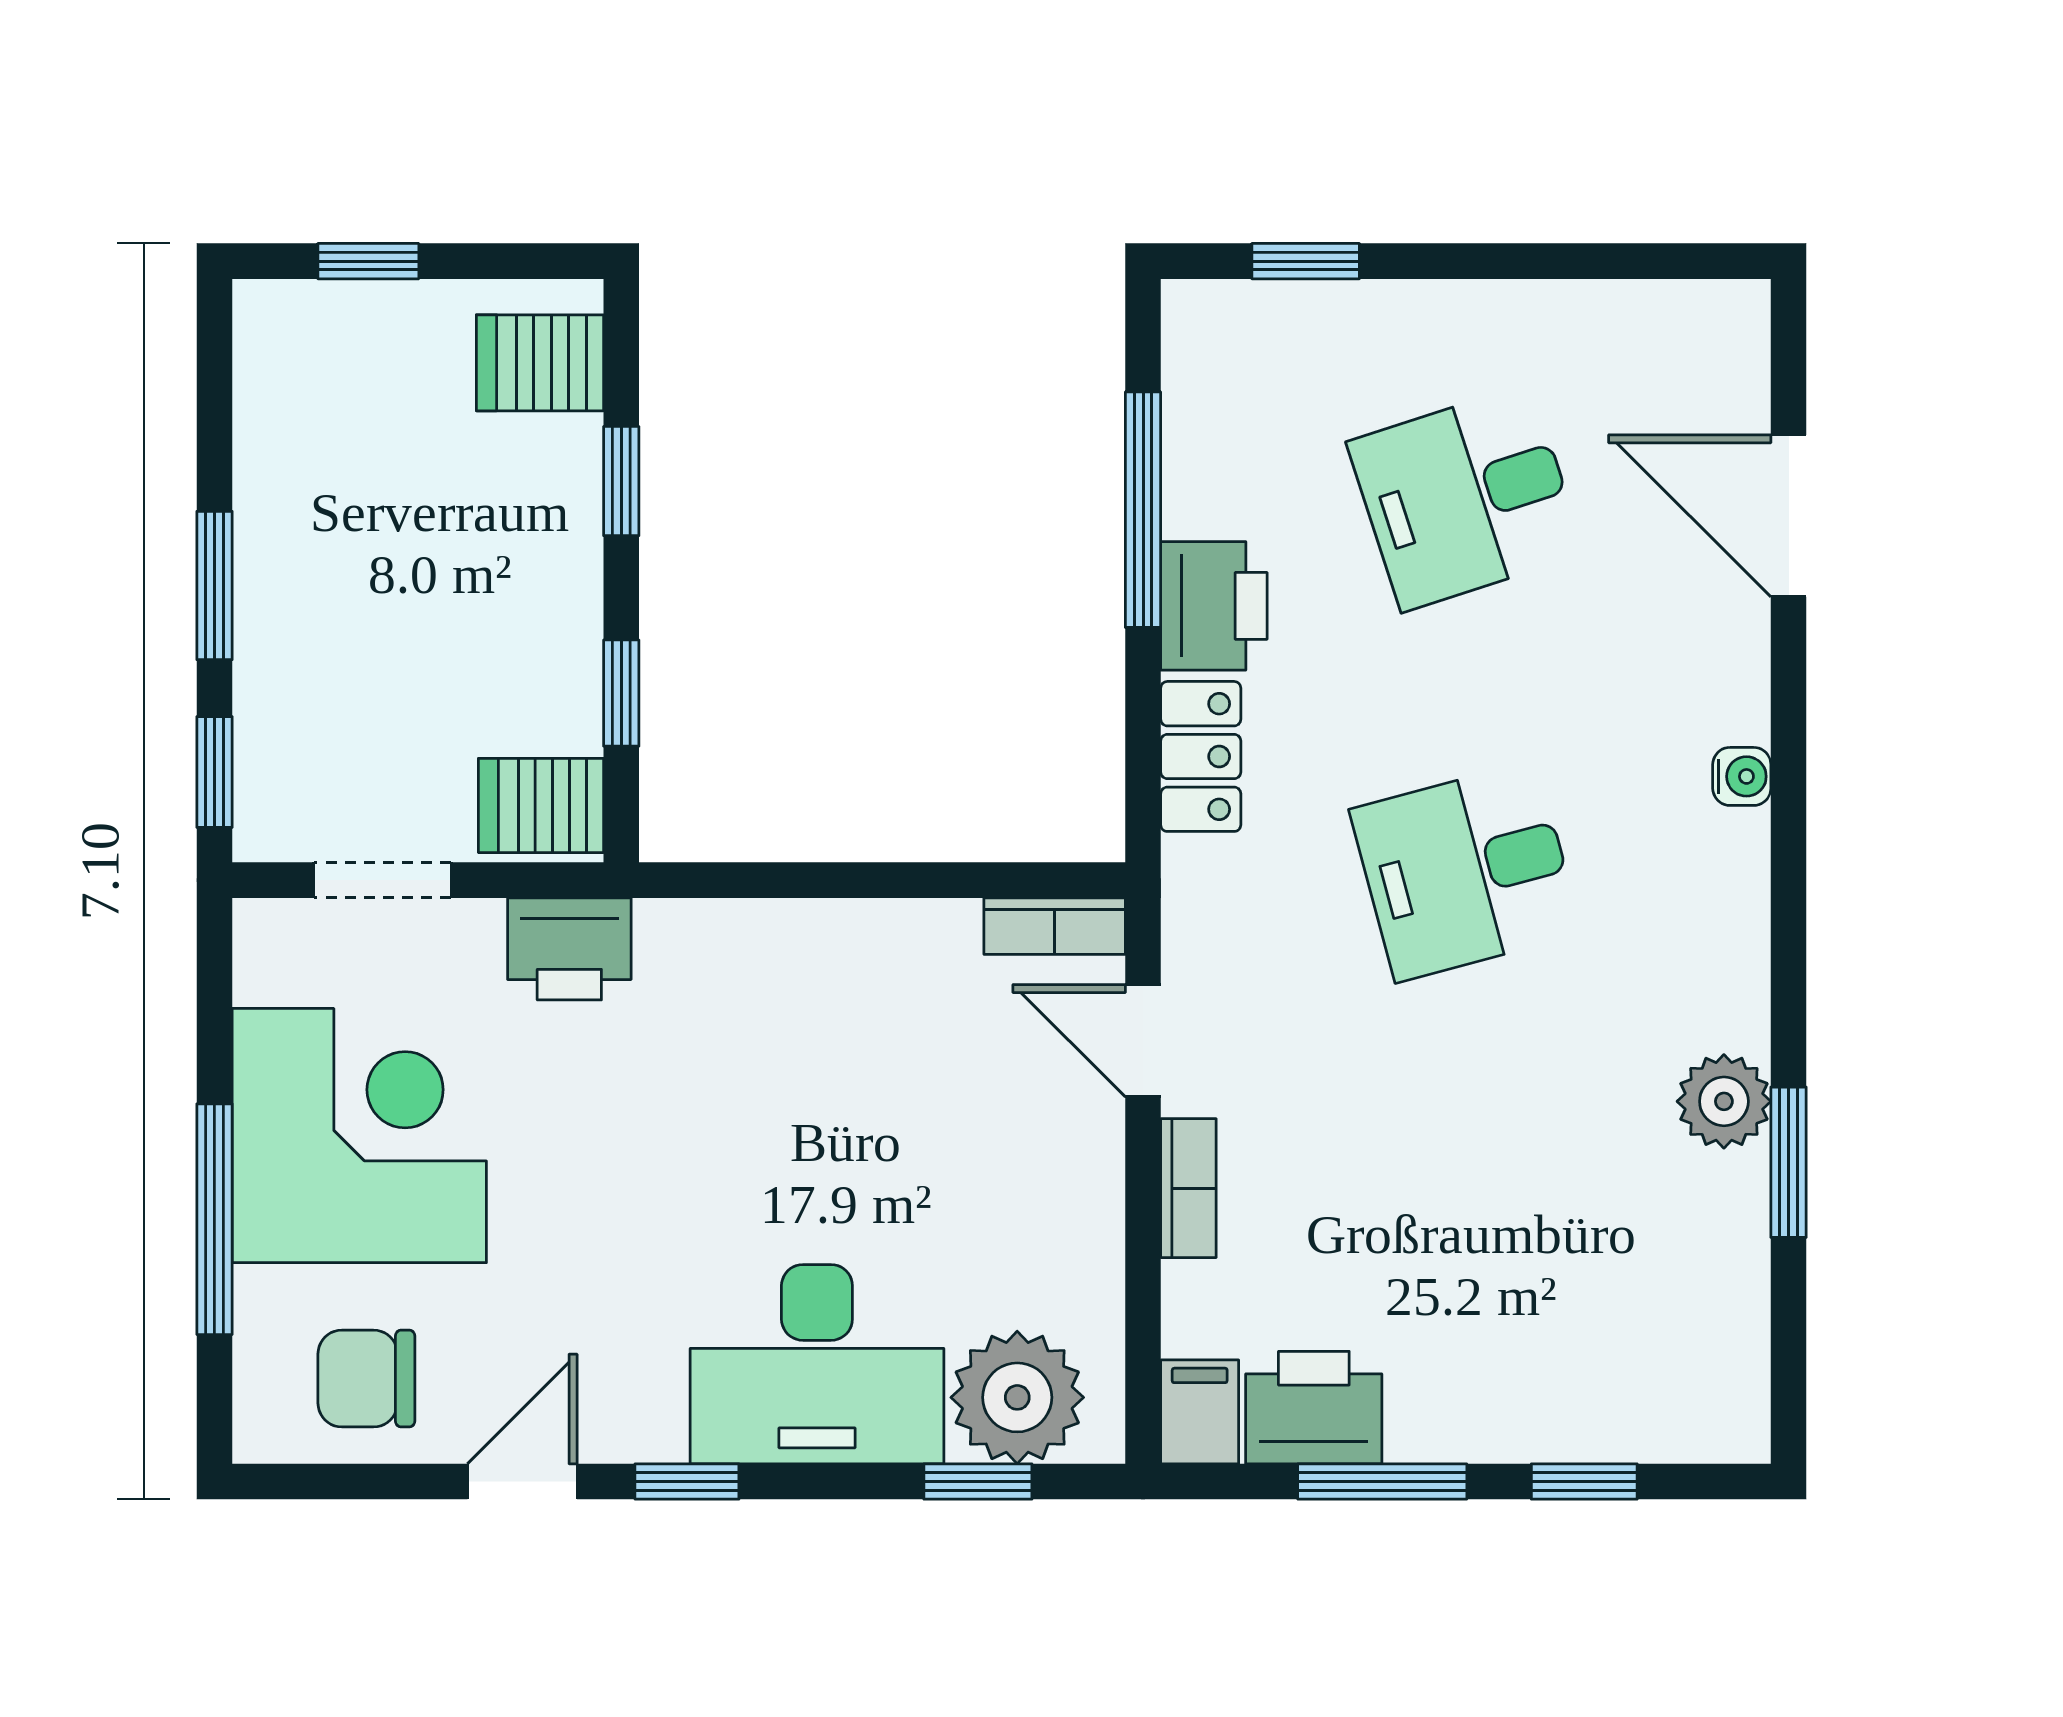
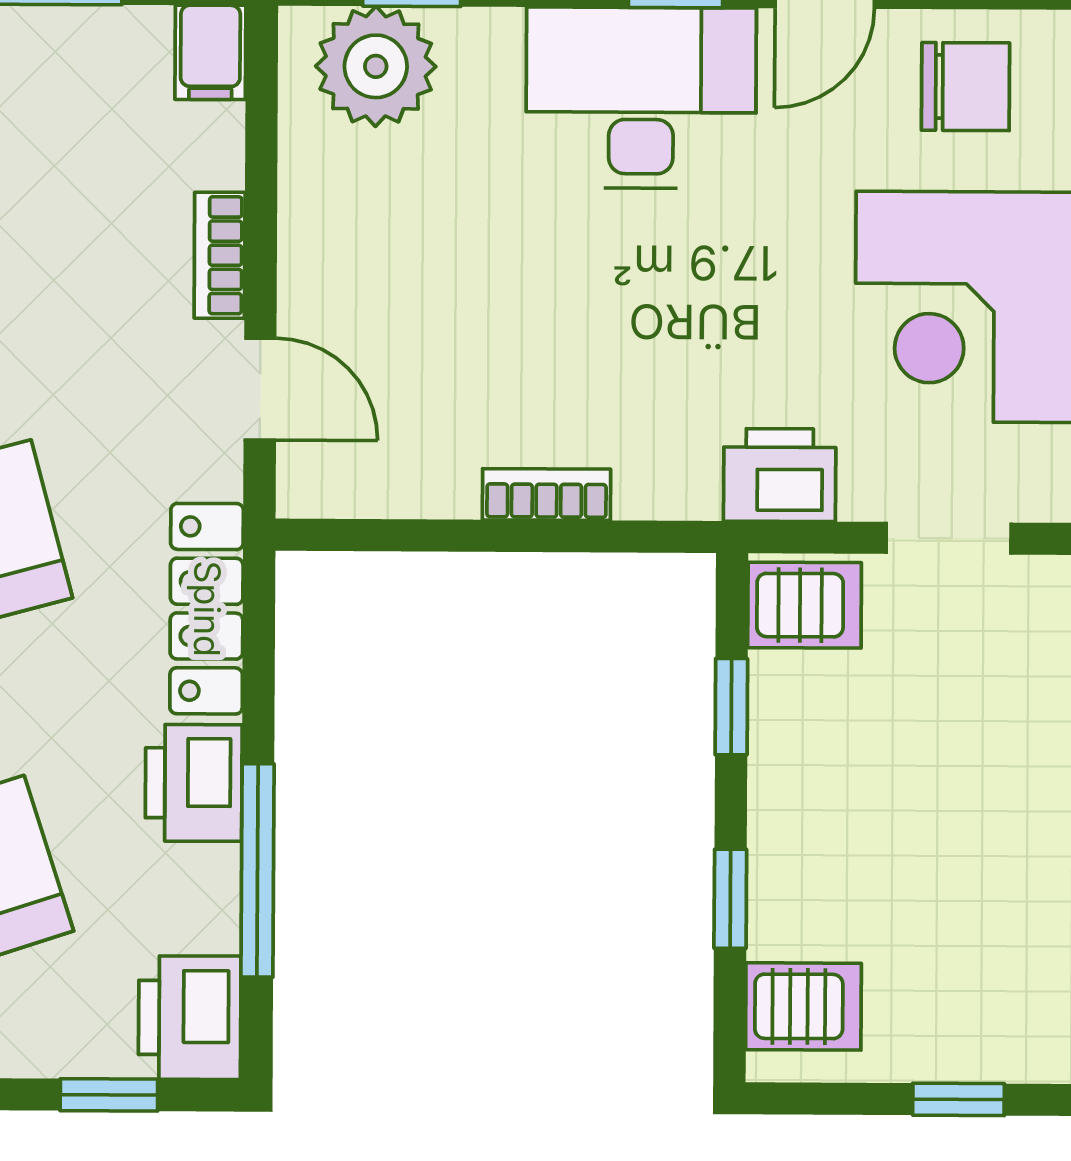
locker: (1201, 756) -> (207, 609), width x1.53
bookcase: (1055, 926) -> (547, 494), moved
desk: (817, 1364) -> (641, 98), moved
printer: (1314, 1408) -> (190, 1018), moved, turned 90

